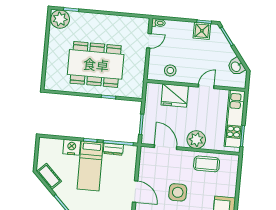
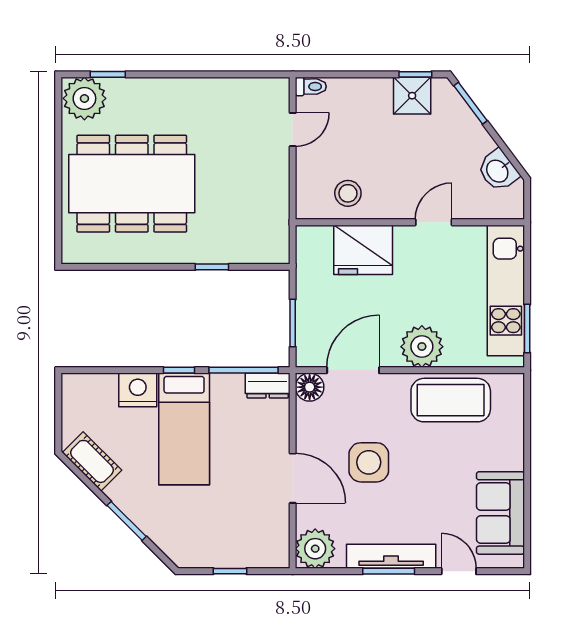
dining table: (96, 64) -> (132, 184), moved
door: (166, 147) -> (353, 370), hinge flipped
dresser: (113, 149) -> (268, 386), moved
floor lamp: (146, 153) -> (310, 387), added
coffee table: (207, 164) -> (451, 400), width x1.36, depth x1.32
side table: (178, 192) -> (369, 462), moved

